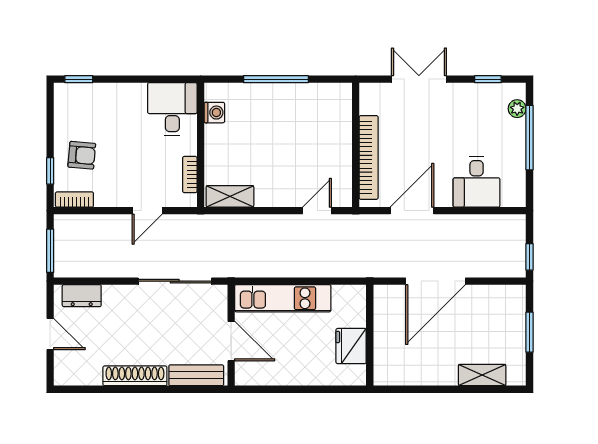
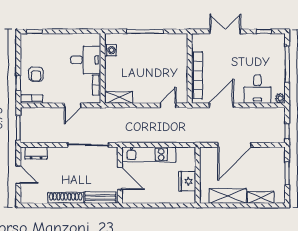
desk: (172, 109) -> (86, 60), moved, turned 90
plant: (517, 109) -> (280, 98), moved
armchair: (82, 155) -> (36, 74), turned 85
shelving: (423, 372) -> (228, 196), added

